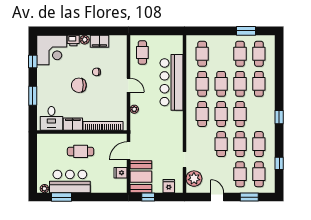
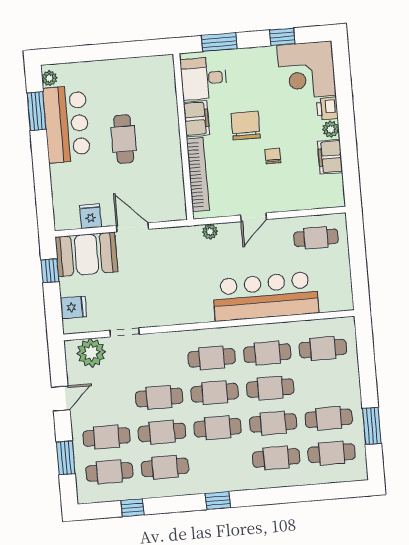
desk: (51, 118) -> (204, 78), moved
filing cabinet: (73, 124) -> (196, 119), moved
bookcase: (103, 126) -> (198, 175), moved
wall: (82, 132) -> (183, 137), moved

